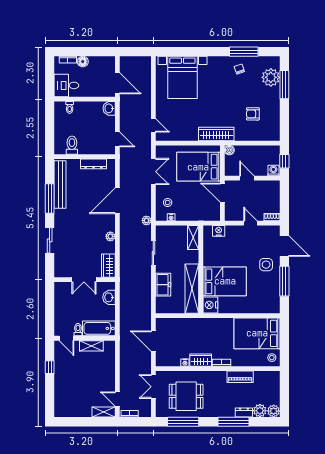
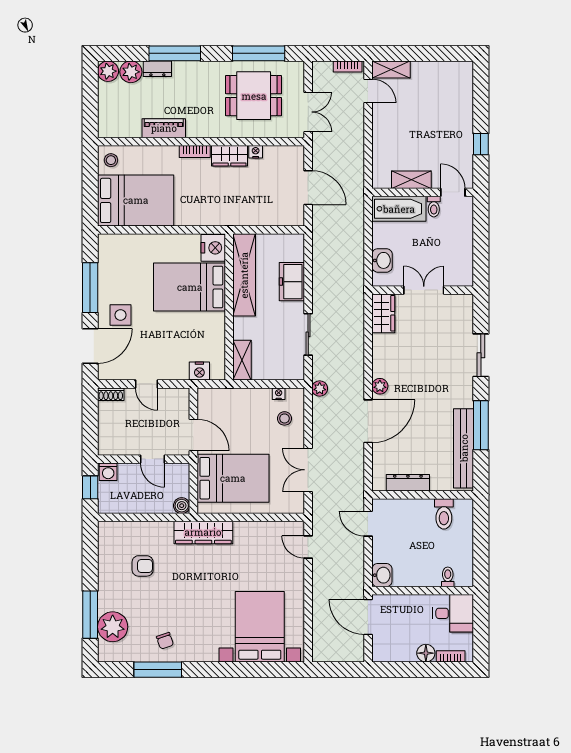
plant: (110, 236) -> (380, 386), moved
door: (284, 246) -> (90, 346), swing flipped

